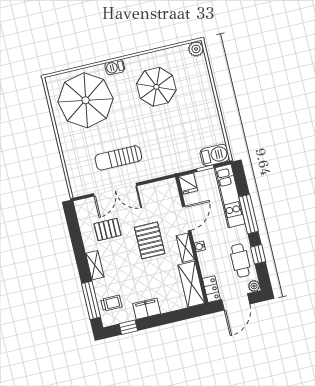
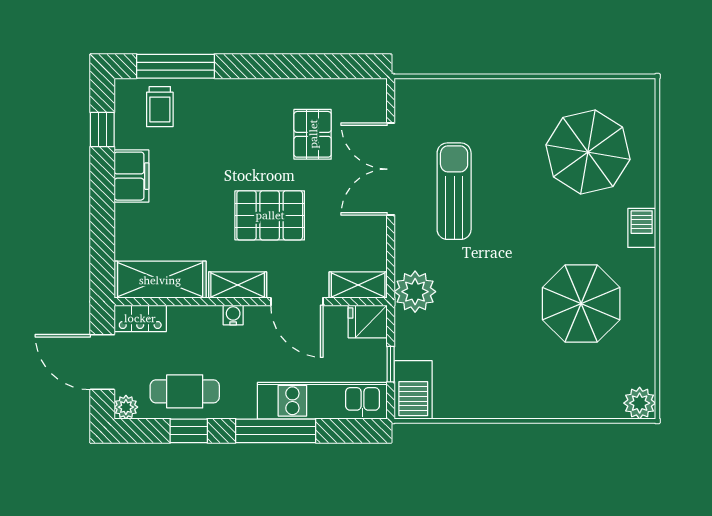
parasol: (86, 100) -> (588, 152), width x0.73, depth x0.73
plant: (169, 165) -> (415, 292), added
shelving: (95, 265) -> (358, 285), moved

